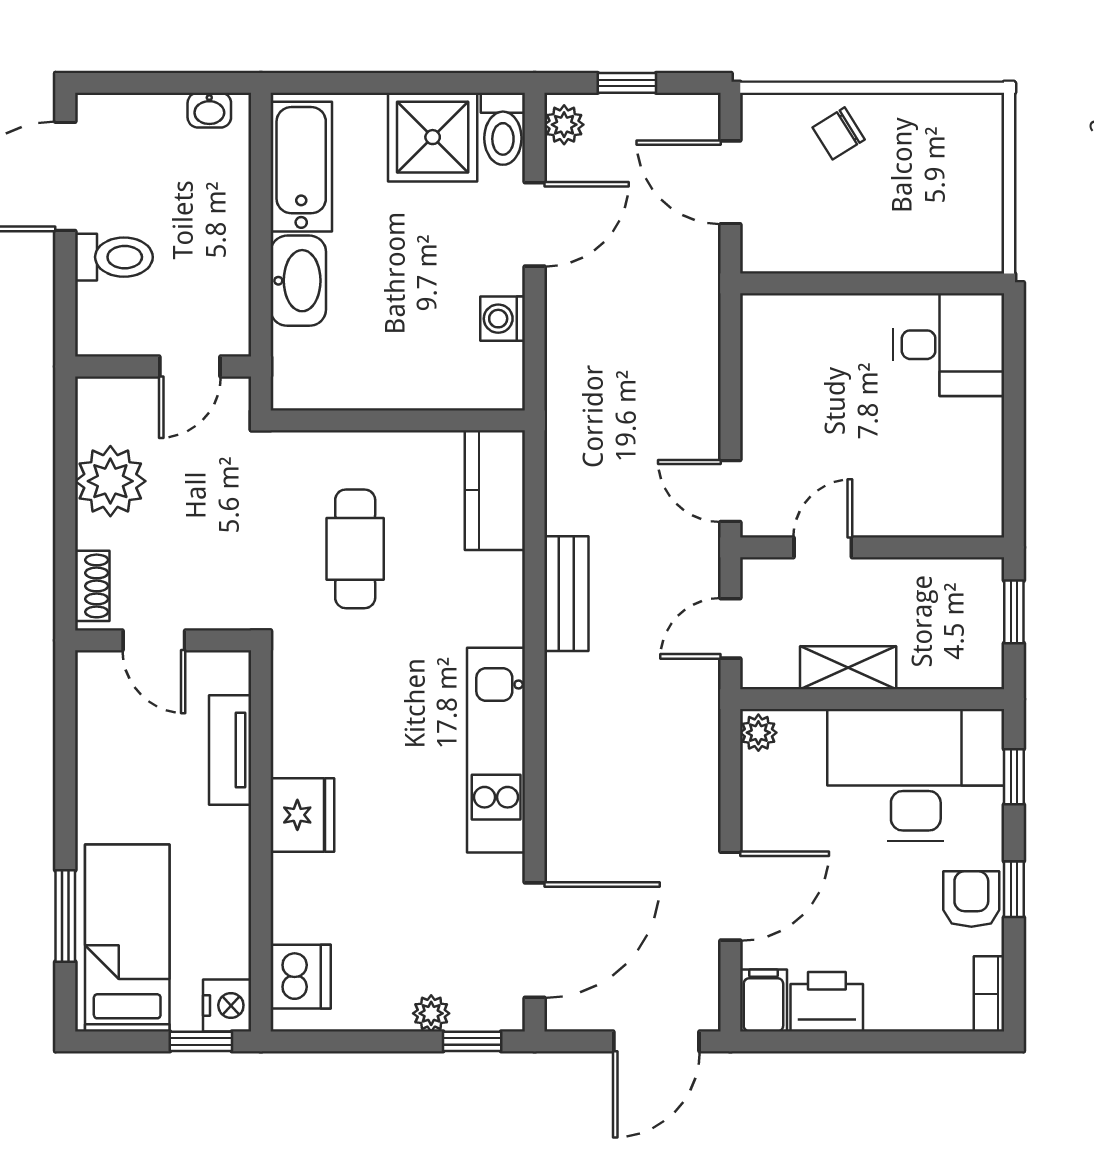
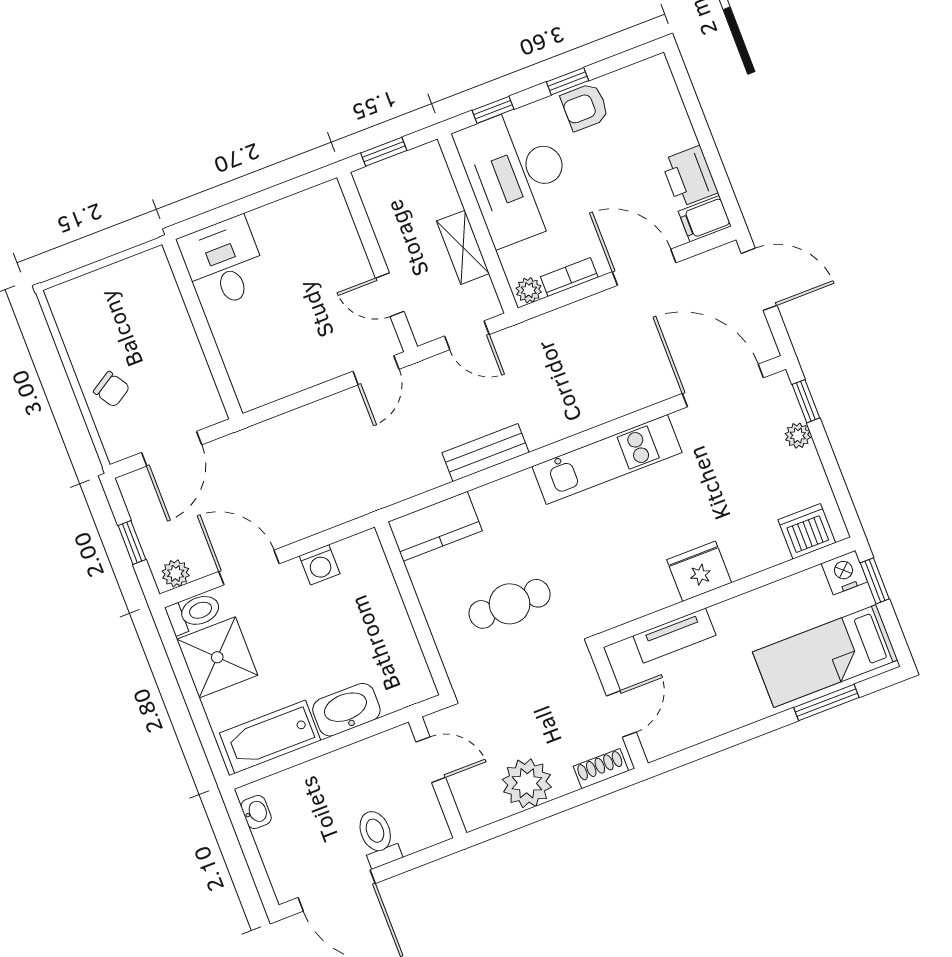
bookcase: (989, 994) -> (569, 277), moved, turned 180

